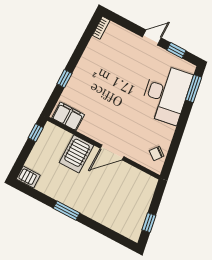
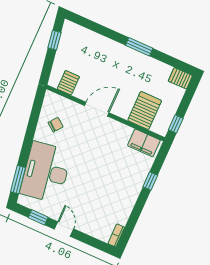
door: (152, 37) -> (64, 229), swing flipped
chair: (157, 153) -> (56, 125), moved
server rack: (76, 154) -> (145, 111), moved
server rack: (138, 180) -> (68, 83), added

